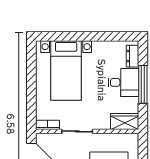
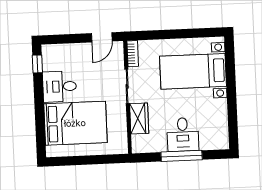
dresser: (132, 56) -> (212, 143), removed
wardrobe: (125, 122) -> (139, 119), moved

